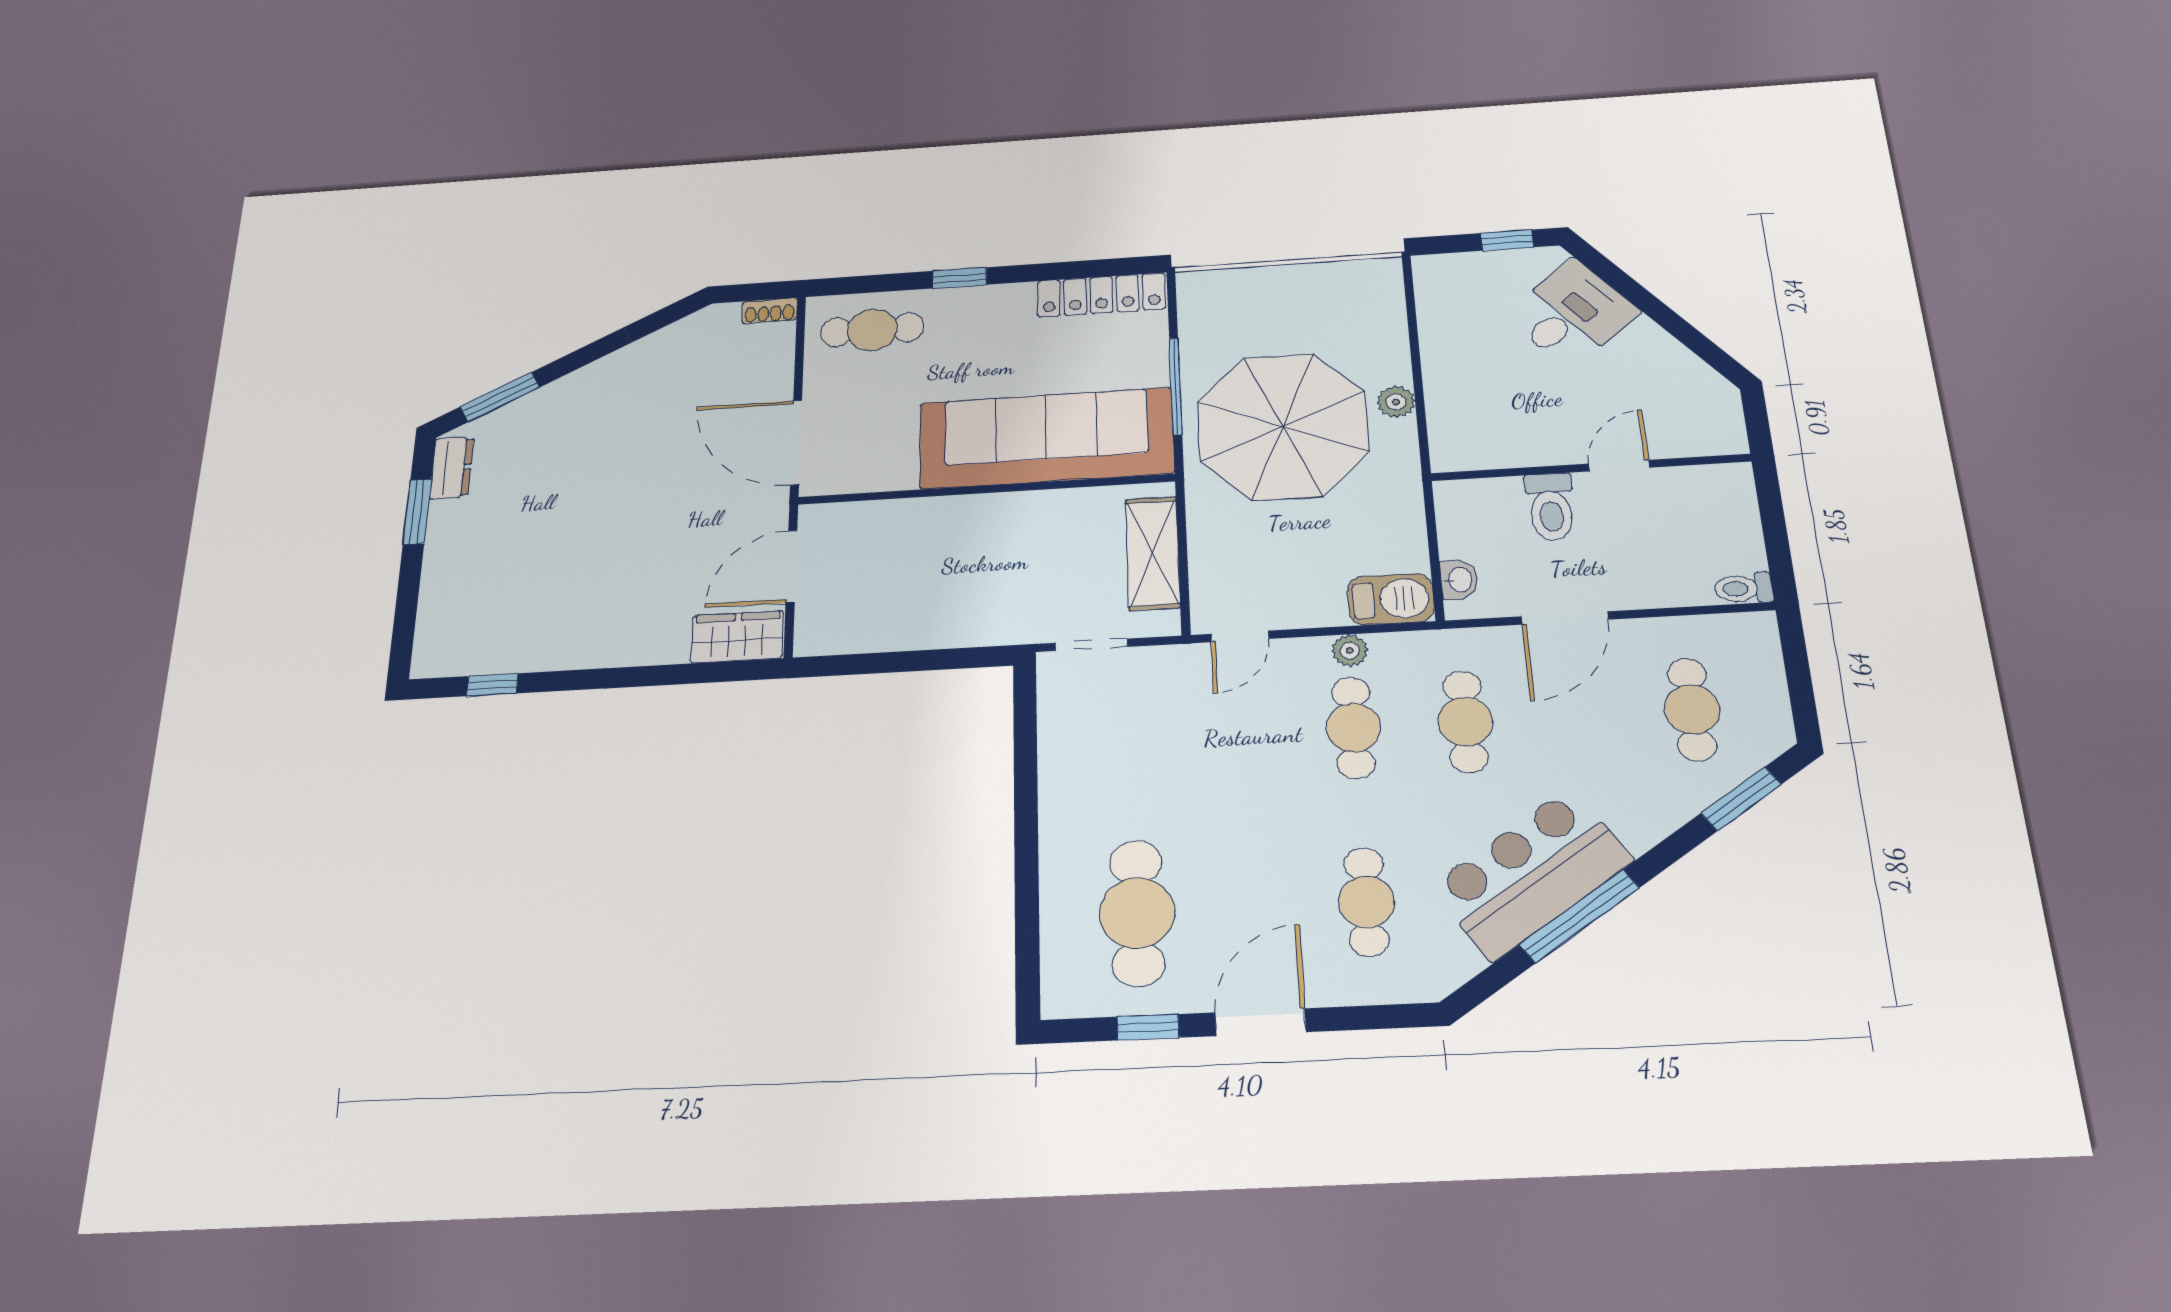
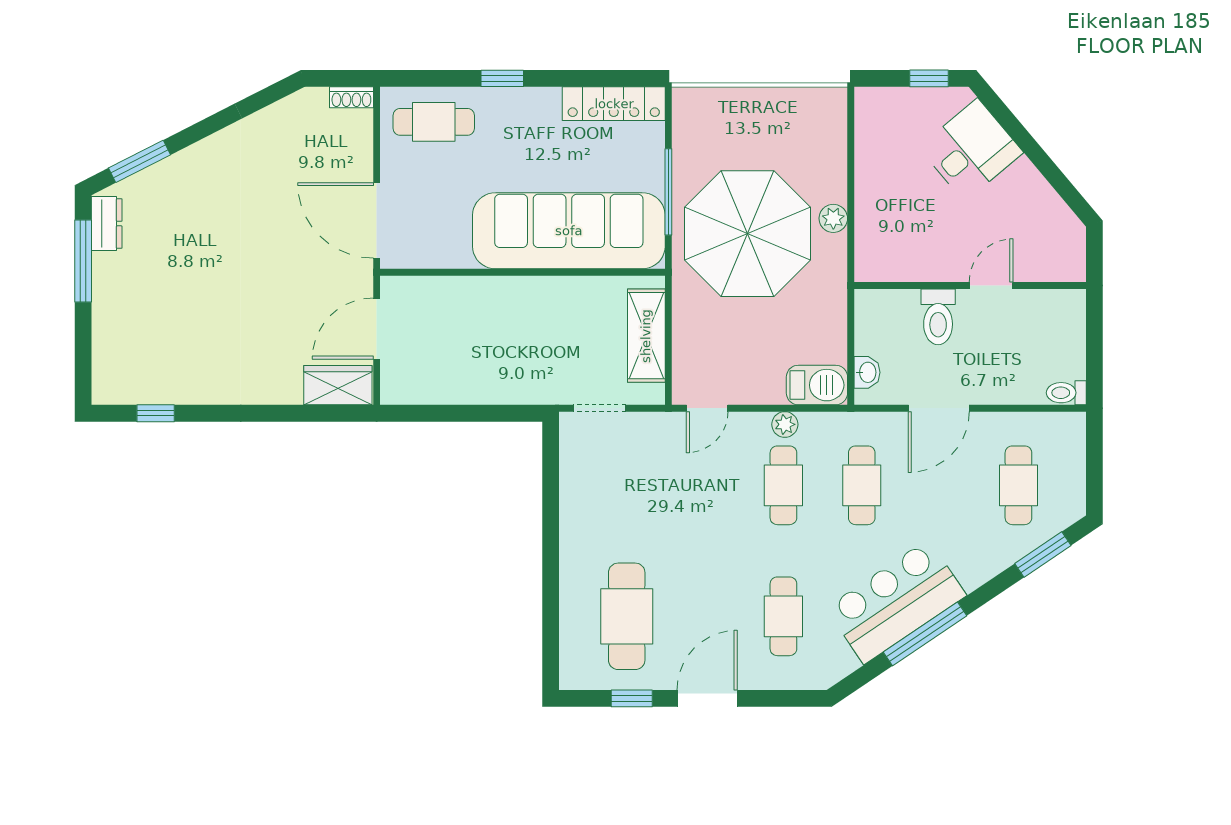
window: (417, 512) -> (83, 261), width x1.44

